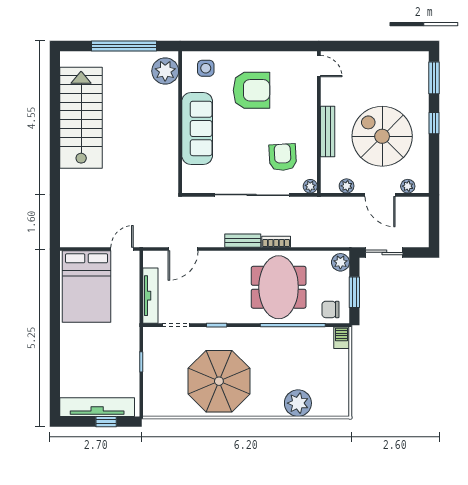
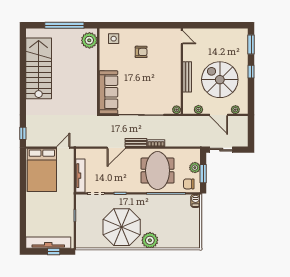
armchair: (251, 90) -> (141, 52), width x0.53, depth x0.53
sofa: (197, 128) -> (108, 92), moved
armchair: (283, 157) -> (160, 92), removed
window: (55, 226) -> (23, 133), added
door: (183, 249) -> (116, 148), moved
plant: (340, 262) -> (195, 168), moved
plant: (298, 403) -> (150, 240), moved

